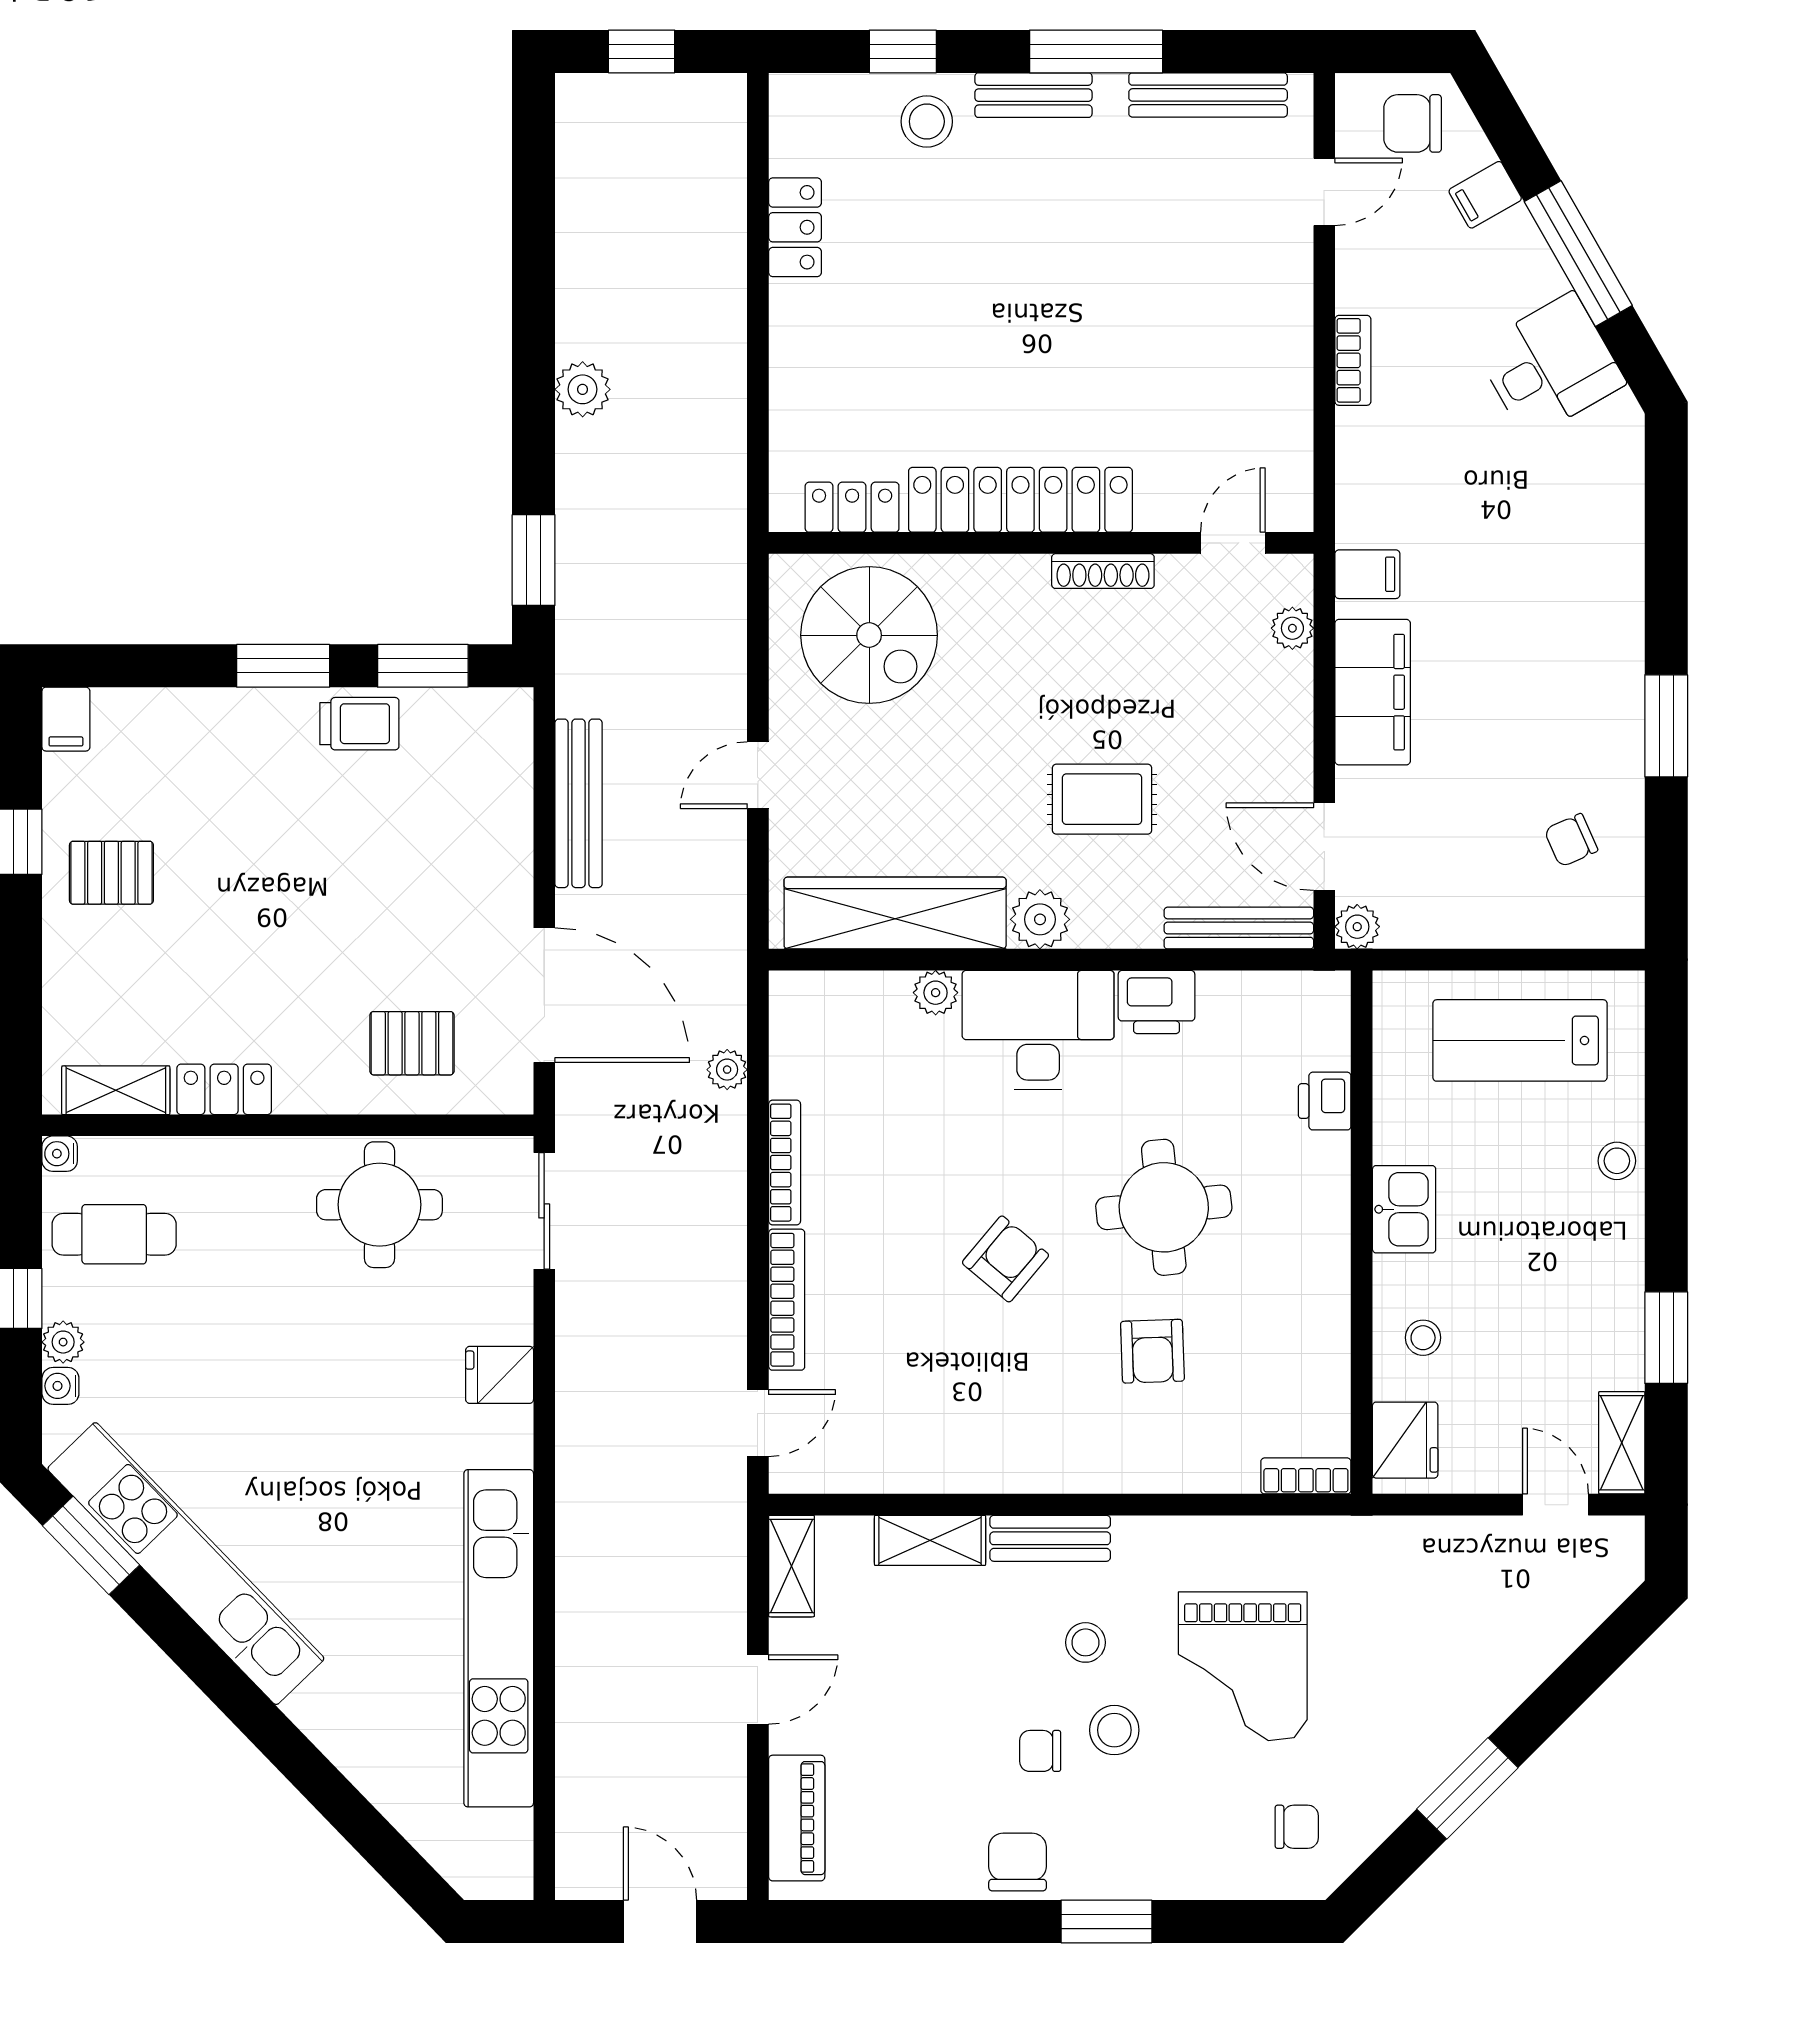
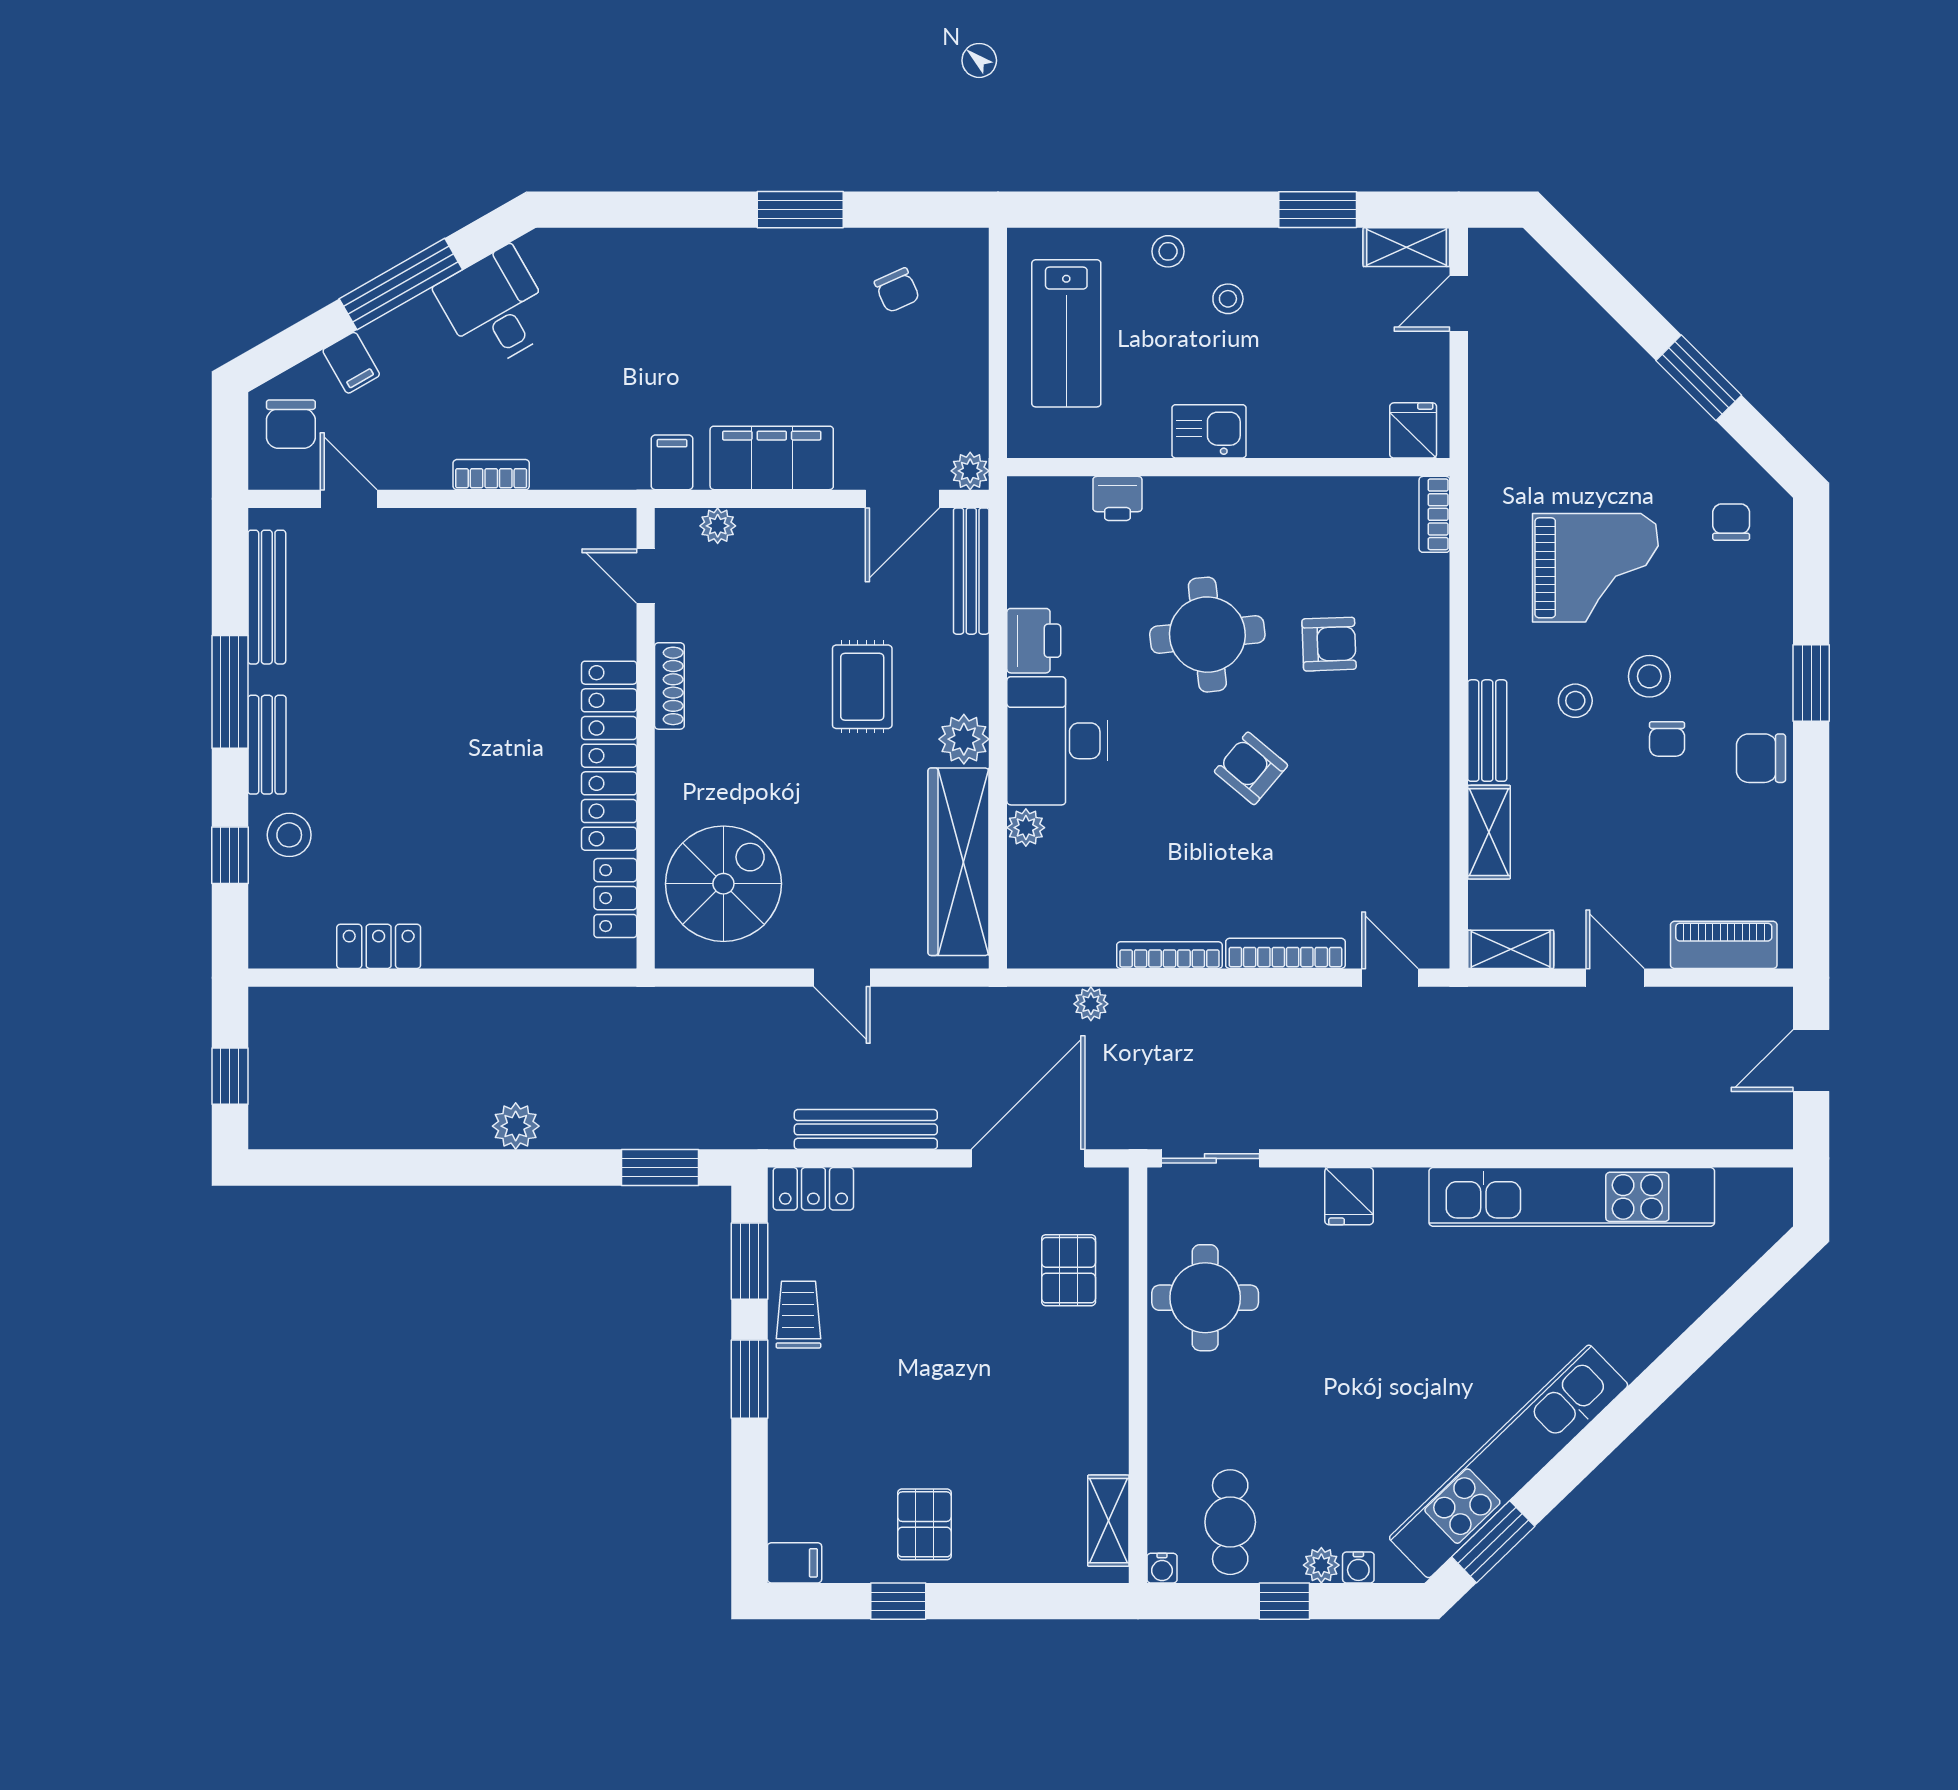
locker: (224, 1089) -> (813, 1189), moved, turned -90
stool: (1423, 1338) -> (1228, 299), moved
fridge: (1405, 1440) -> (1413, 430), width x0.72

